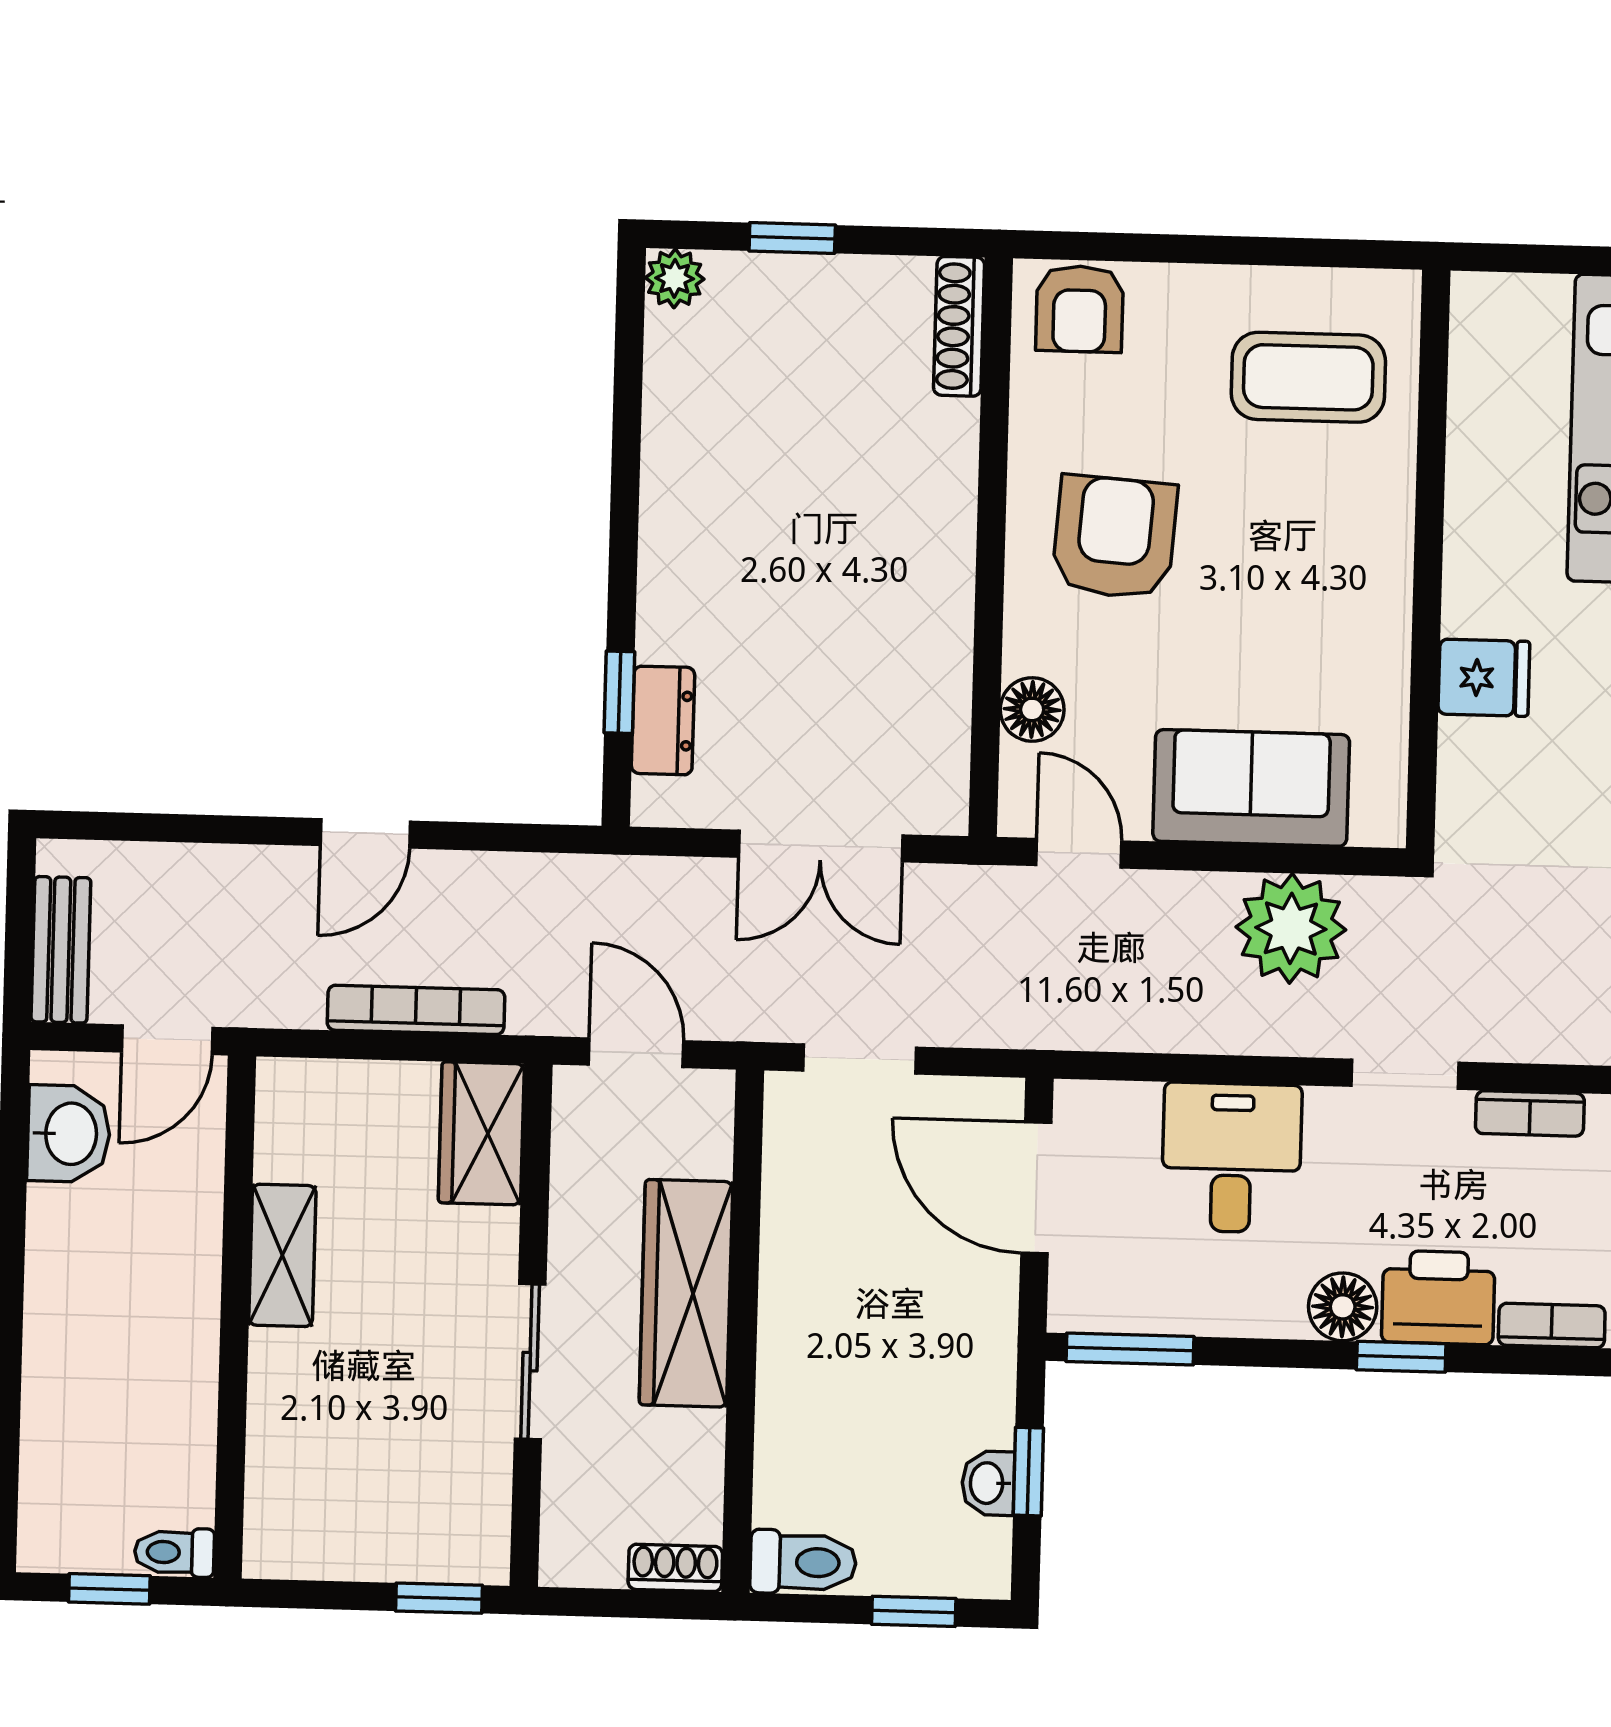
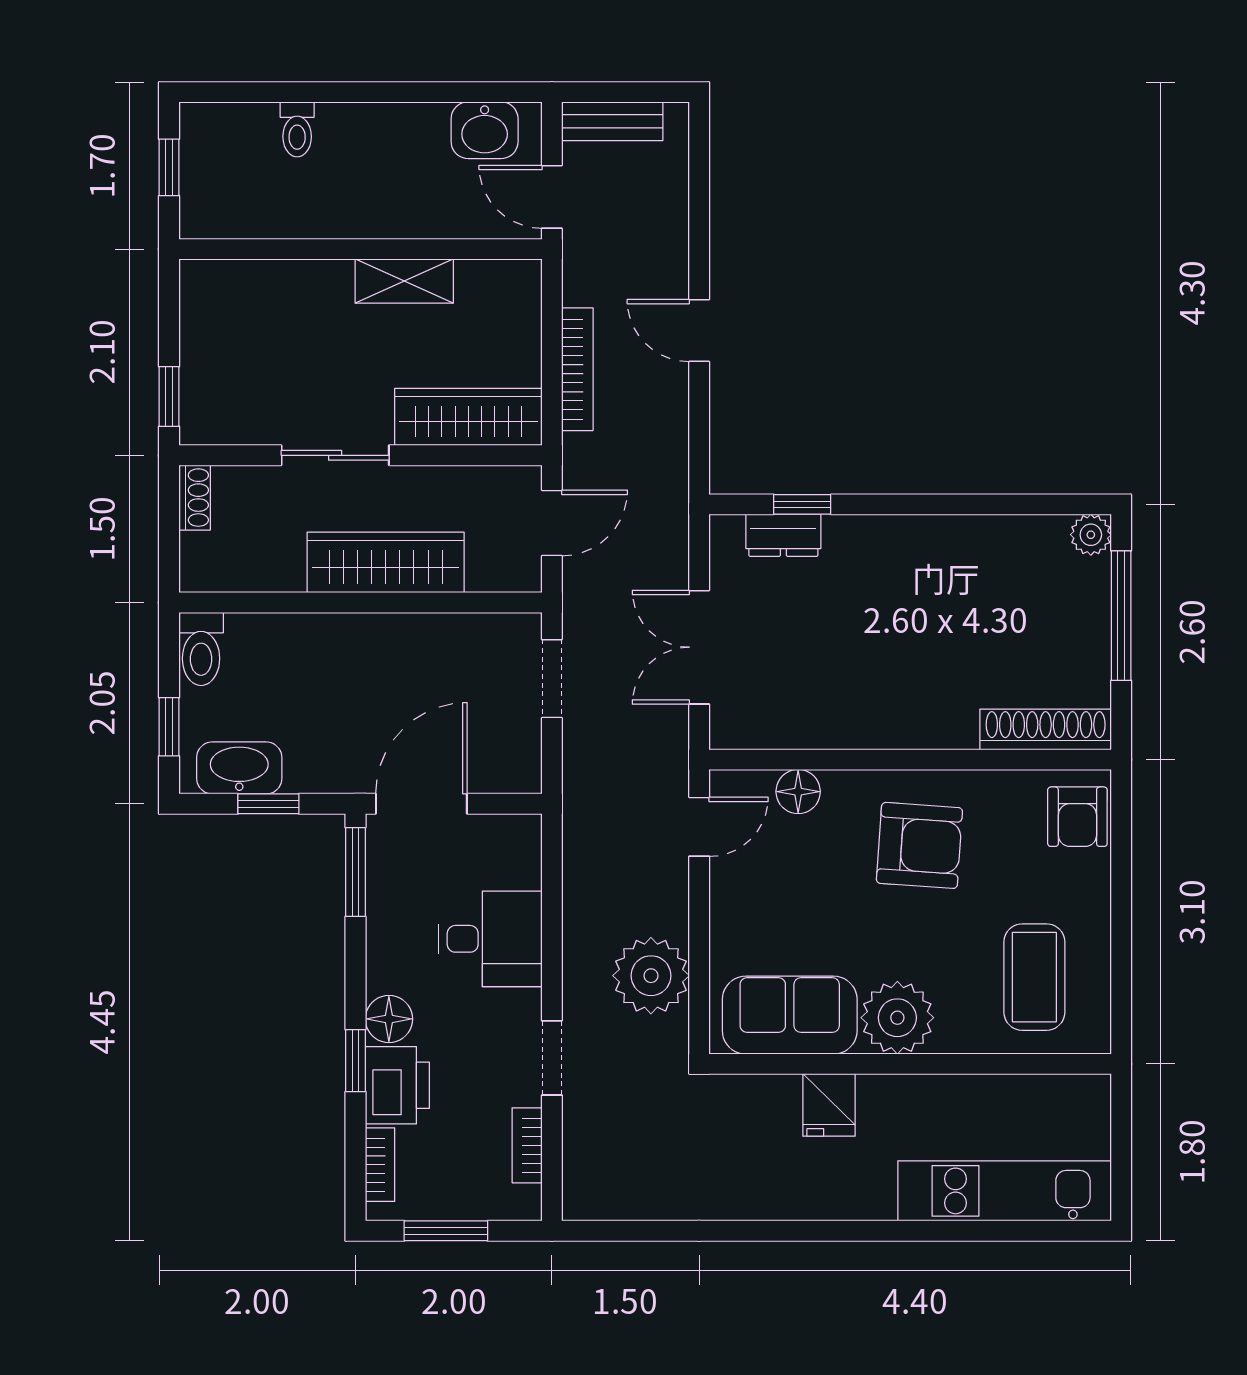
window: (792, 238) -> (1121, 616), width x2.17
armchair: (1080, 309) -> (1077, 817), turned -90
shoe rack: (959, 326) -> (1046, 729), width x1.36, depth x1.24
plant: (1361, 576) -> (897, 1018), added
sofa: (1251, 788) -> (790, 1015), moved, turned -90
wardrobe: (481, 1133) -> (468, 417), width x1.50
door: (1036, 1188) -> (421, 804), moved
washbasin: (988, 1483) -> (239, 768), width x1.91, depth x1.45
toilet: (174, 1552) -> (297, 129), moved, turned 180
shoe rack: (675, 1568) -> (195, 498), moved

